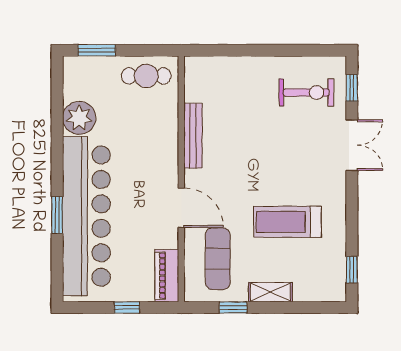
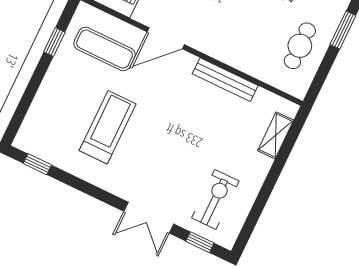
cafe table: (146, 76) -> (300, 46), moved
exercise bike: (306, 92) -> (215, 199), turned 180
shelving: (270, 292) -> (276, 135), moved

